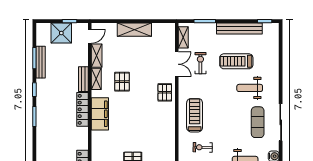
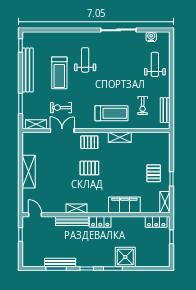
shower: (61, 33) -> (125, 257), moved
shelving: (97, 56) -> (120, 137), moved
bench: (83, 79) -> (72, 221), width x1.36
pallet: (122, 82) -> (89, 168), moved
weight bench: (250, 88) -> (85, 60), turned 180
locker: (82, 109) -> (100, 222), width x0.66
filing cabinet: (100, 114) -> (124, 205), moved
treadmill: (195, 115) -> (112, 113), turned 180
exercise mat: (258, 122) -> (118, 52), removed

